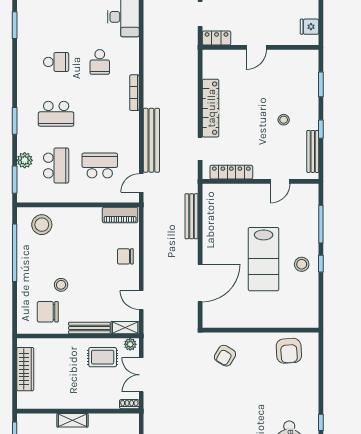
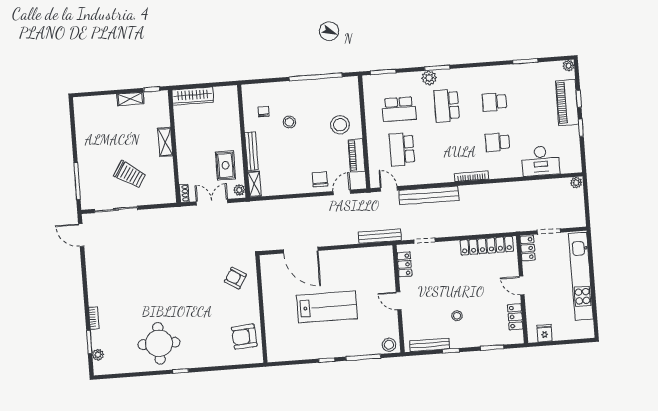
locker: (290, 57) -> (515, 317), added
school desk: (56, 62) -> (494, 102), turned 90
locker: (211, 108) -> (487, 246), moved
plant: (25, 160) -> (429, 78), moved
school desk: (100, 166) -> (402, 149), turned 180
locker: (231, 172) -> (405, 264), width x0.66
door: (280, 181) -> (399, 301), moved
piano: (120, 215) -> (357, 155), moved
bench: (192, 216) -> (380, 236), moved
stool: (42, 225) -> (340, 125), moved
lab bench: (264, 259) -> (327, 307), turned 180
stool: (302, 264) -> (389, 345), moved
door: (141, 300) -> (342, 192), moved
chair: (48, 312) -> (264, 112), width x0.54, depth x0.54
wardrobe: (25, 369) -> (193, 96), moved

